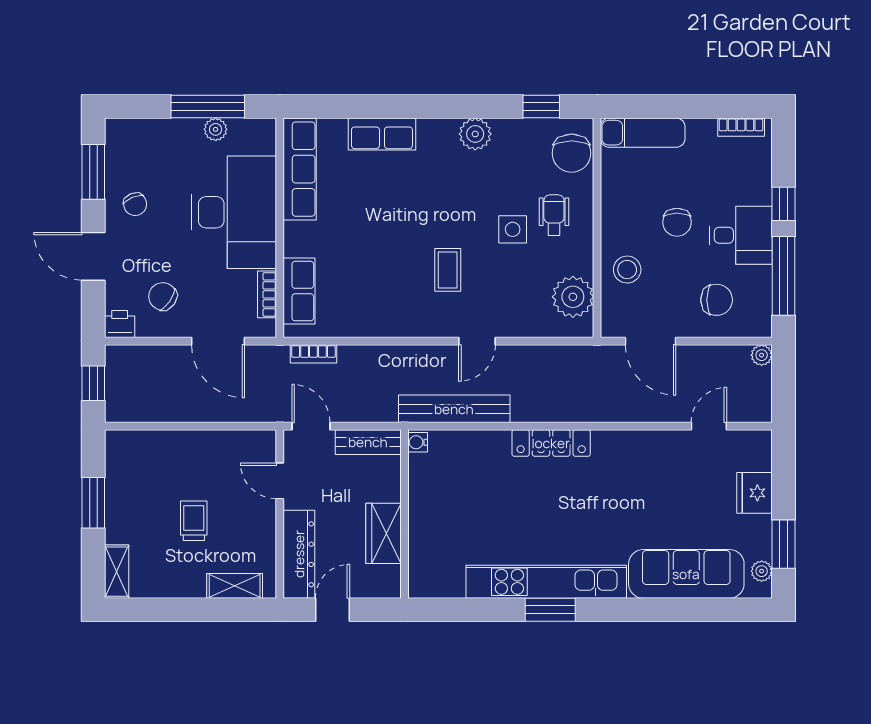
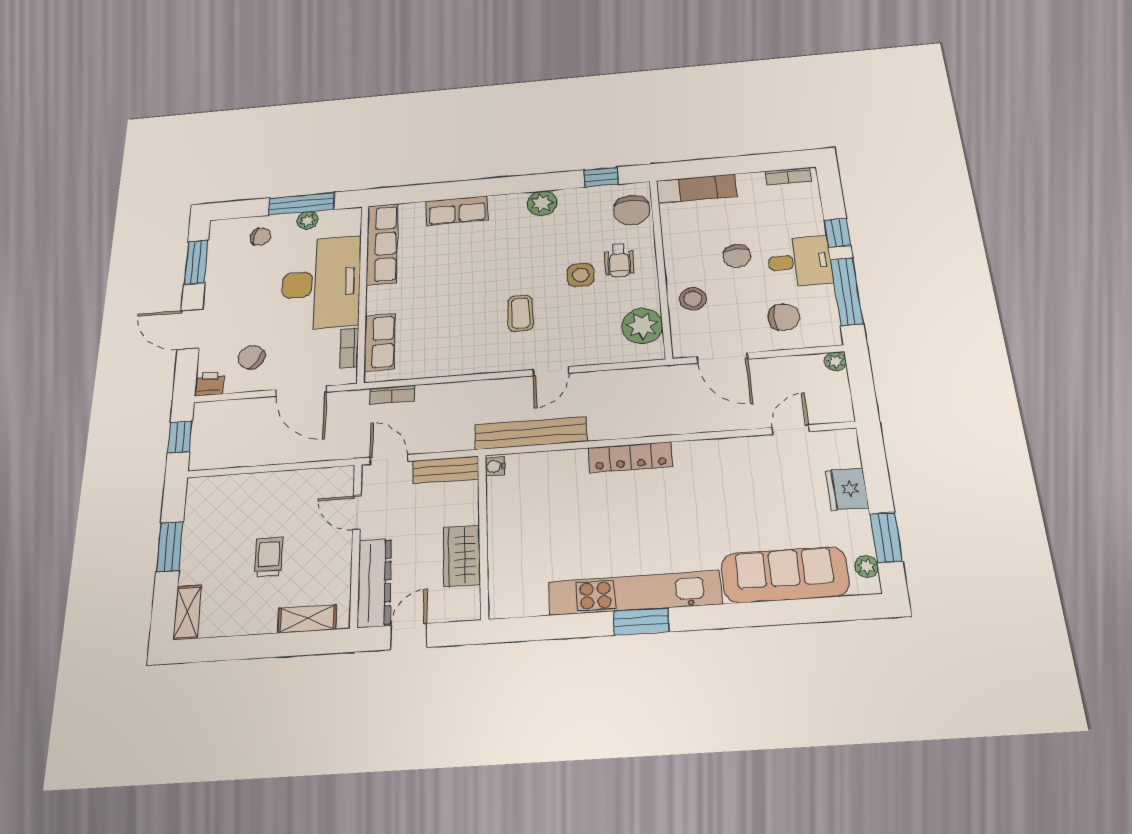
chair: (135, 204) -> (261, 237), moved, turned -57
wheelchair: (554, 215) -> (619, 260), turned 180

